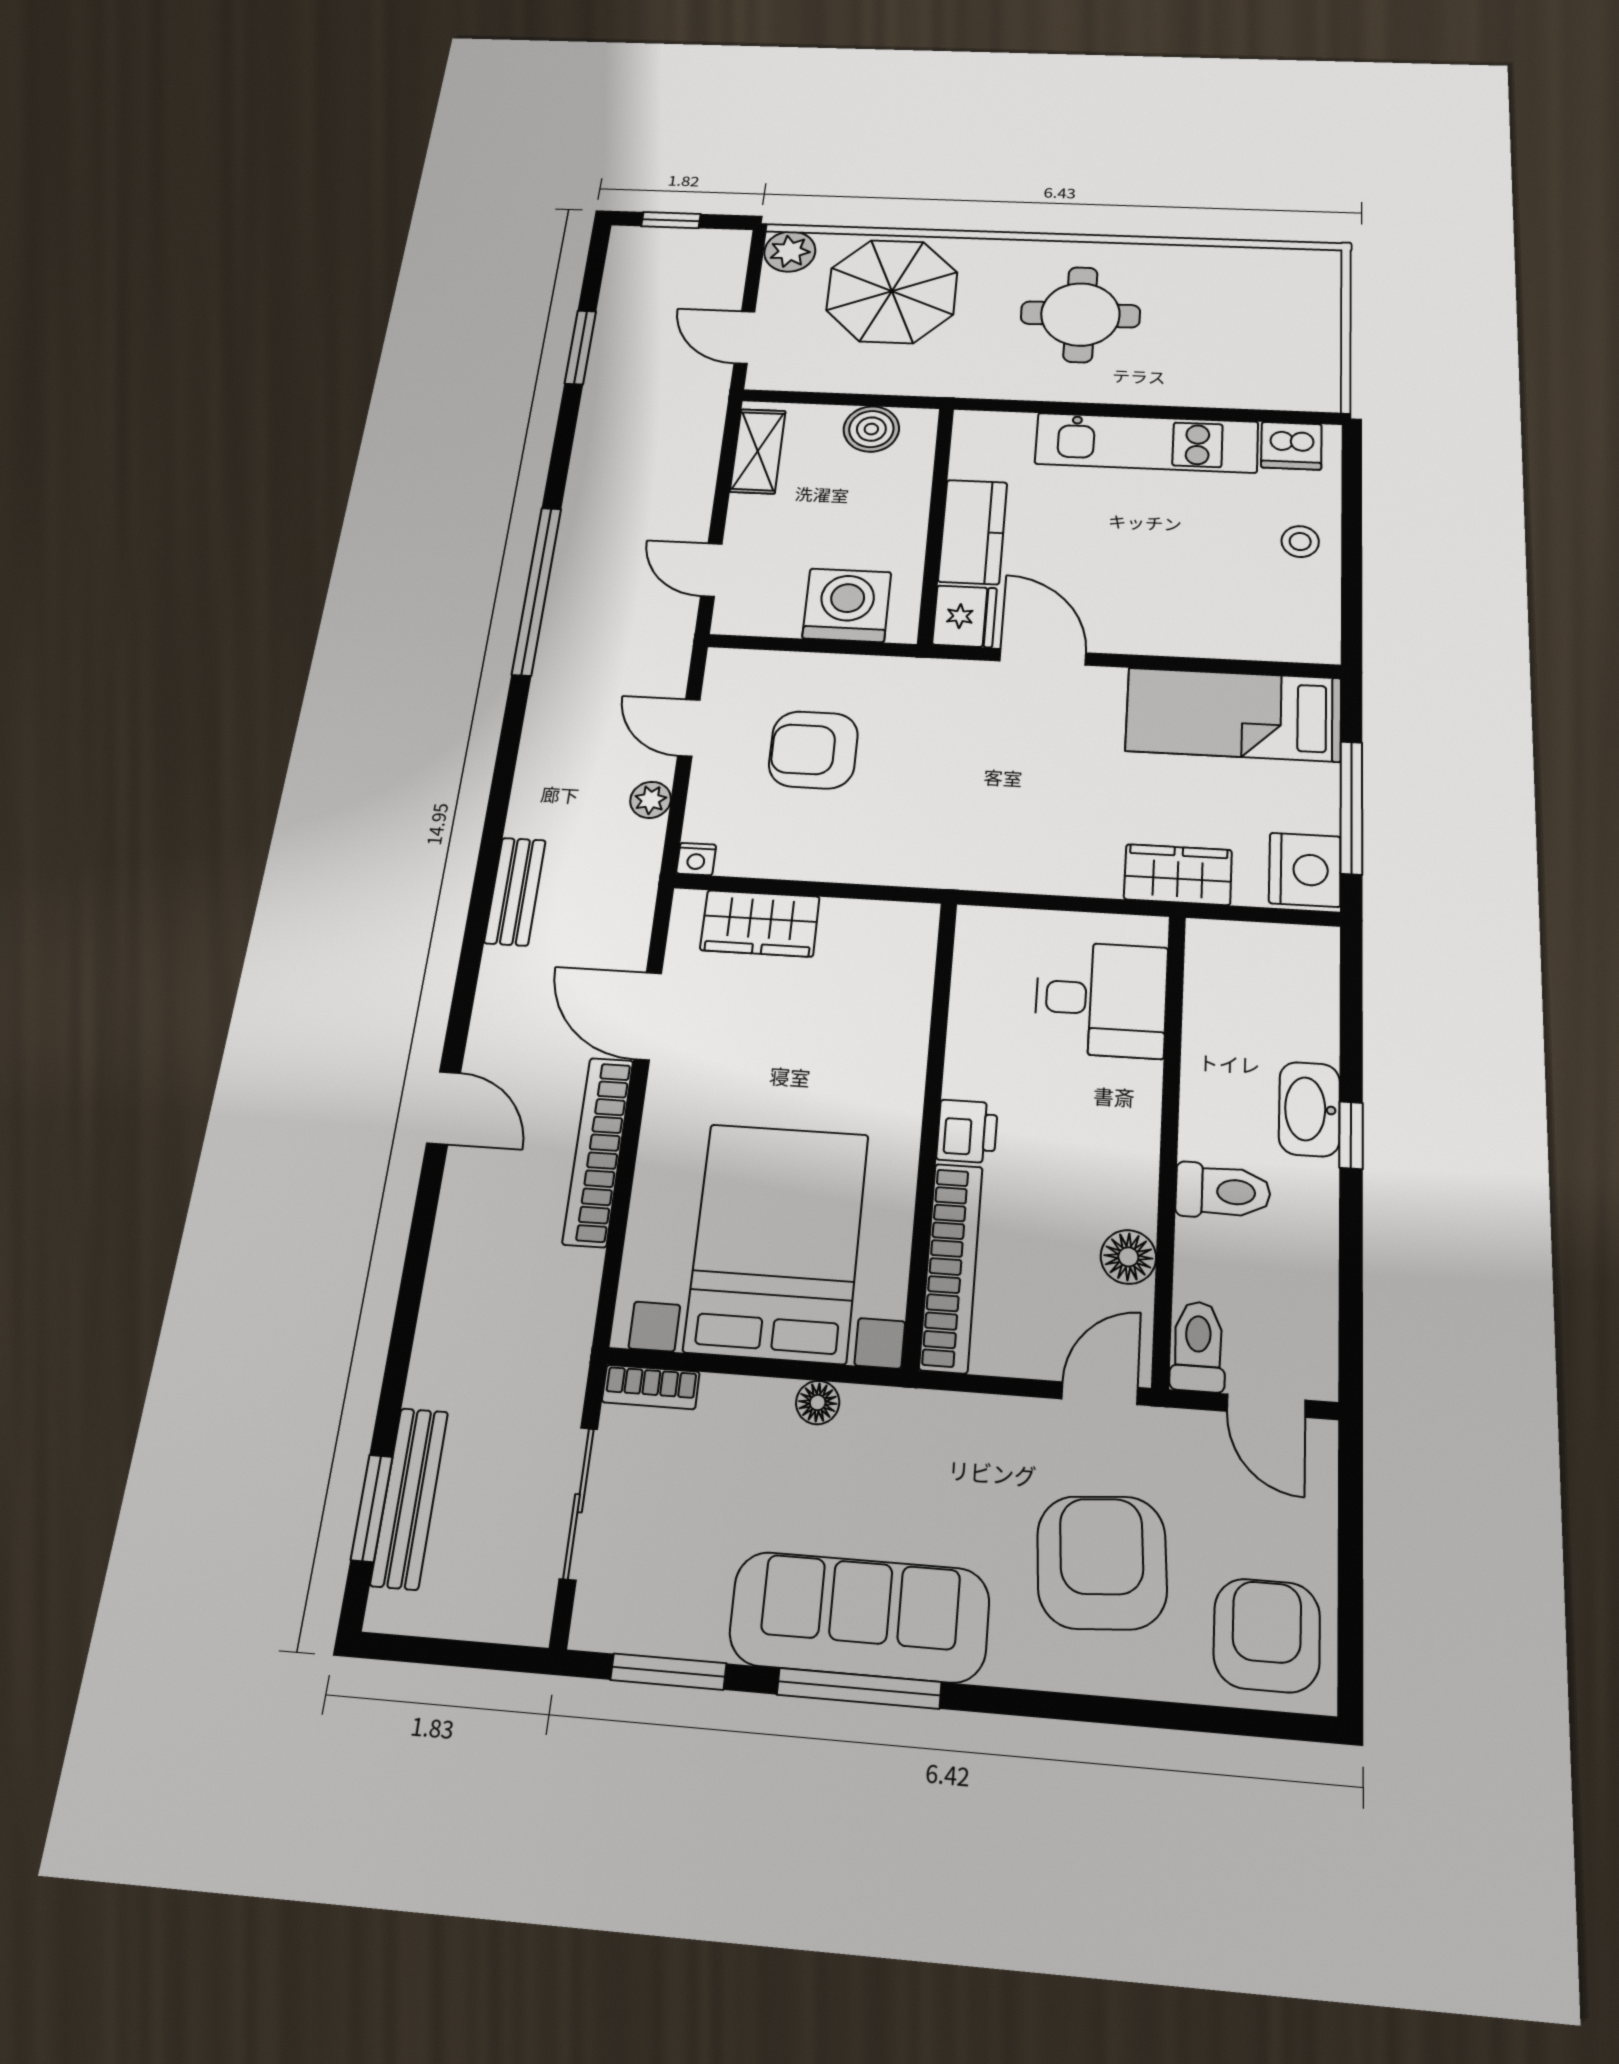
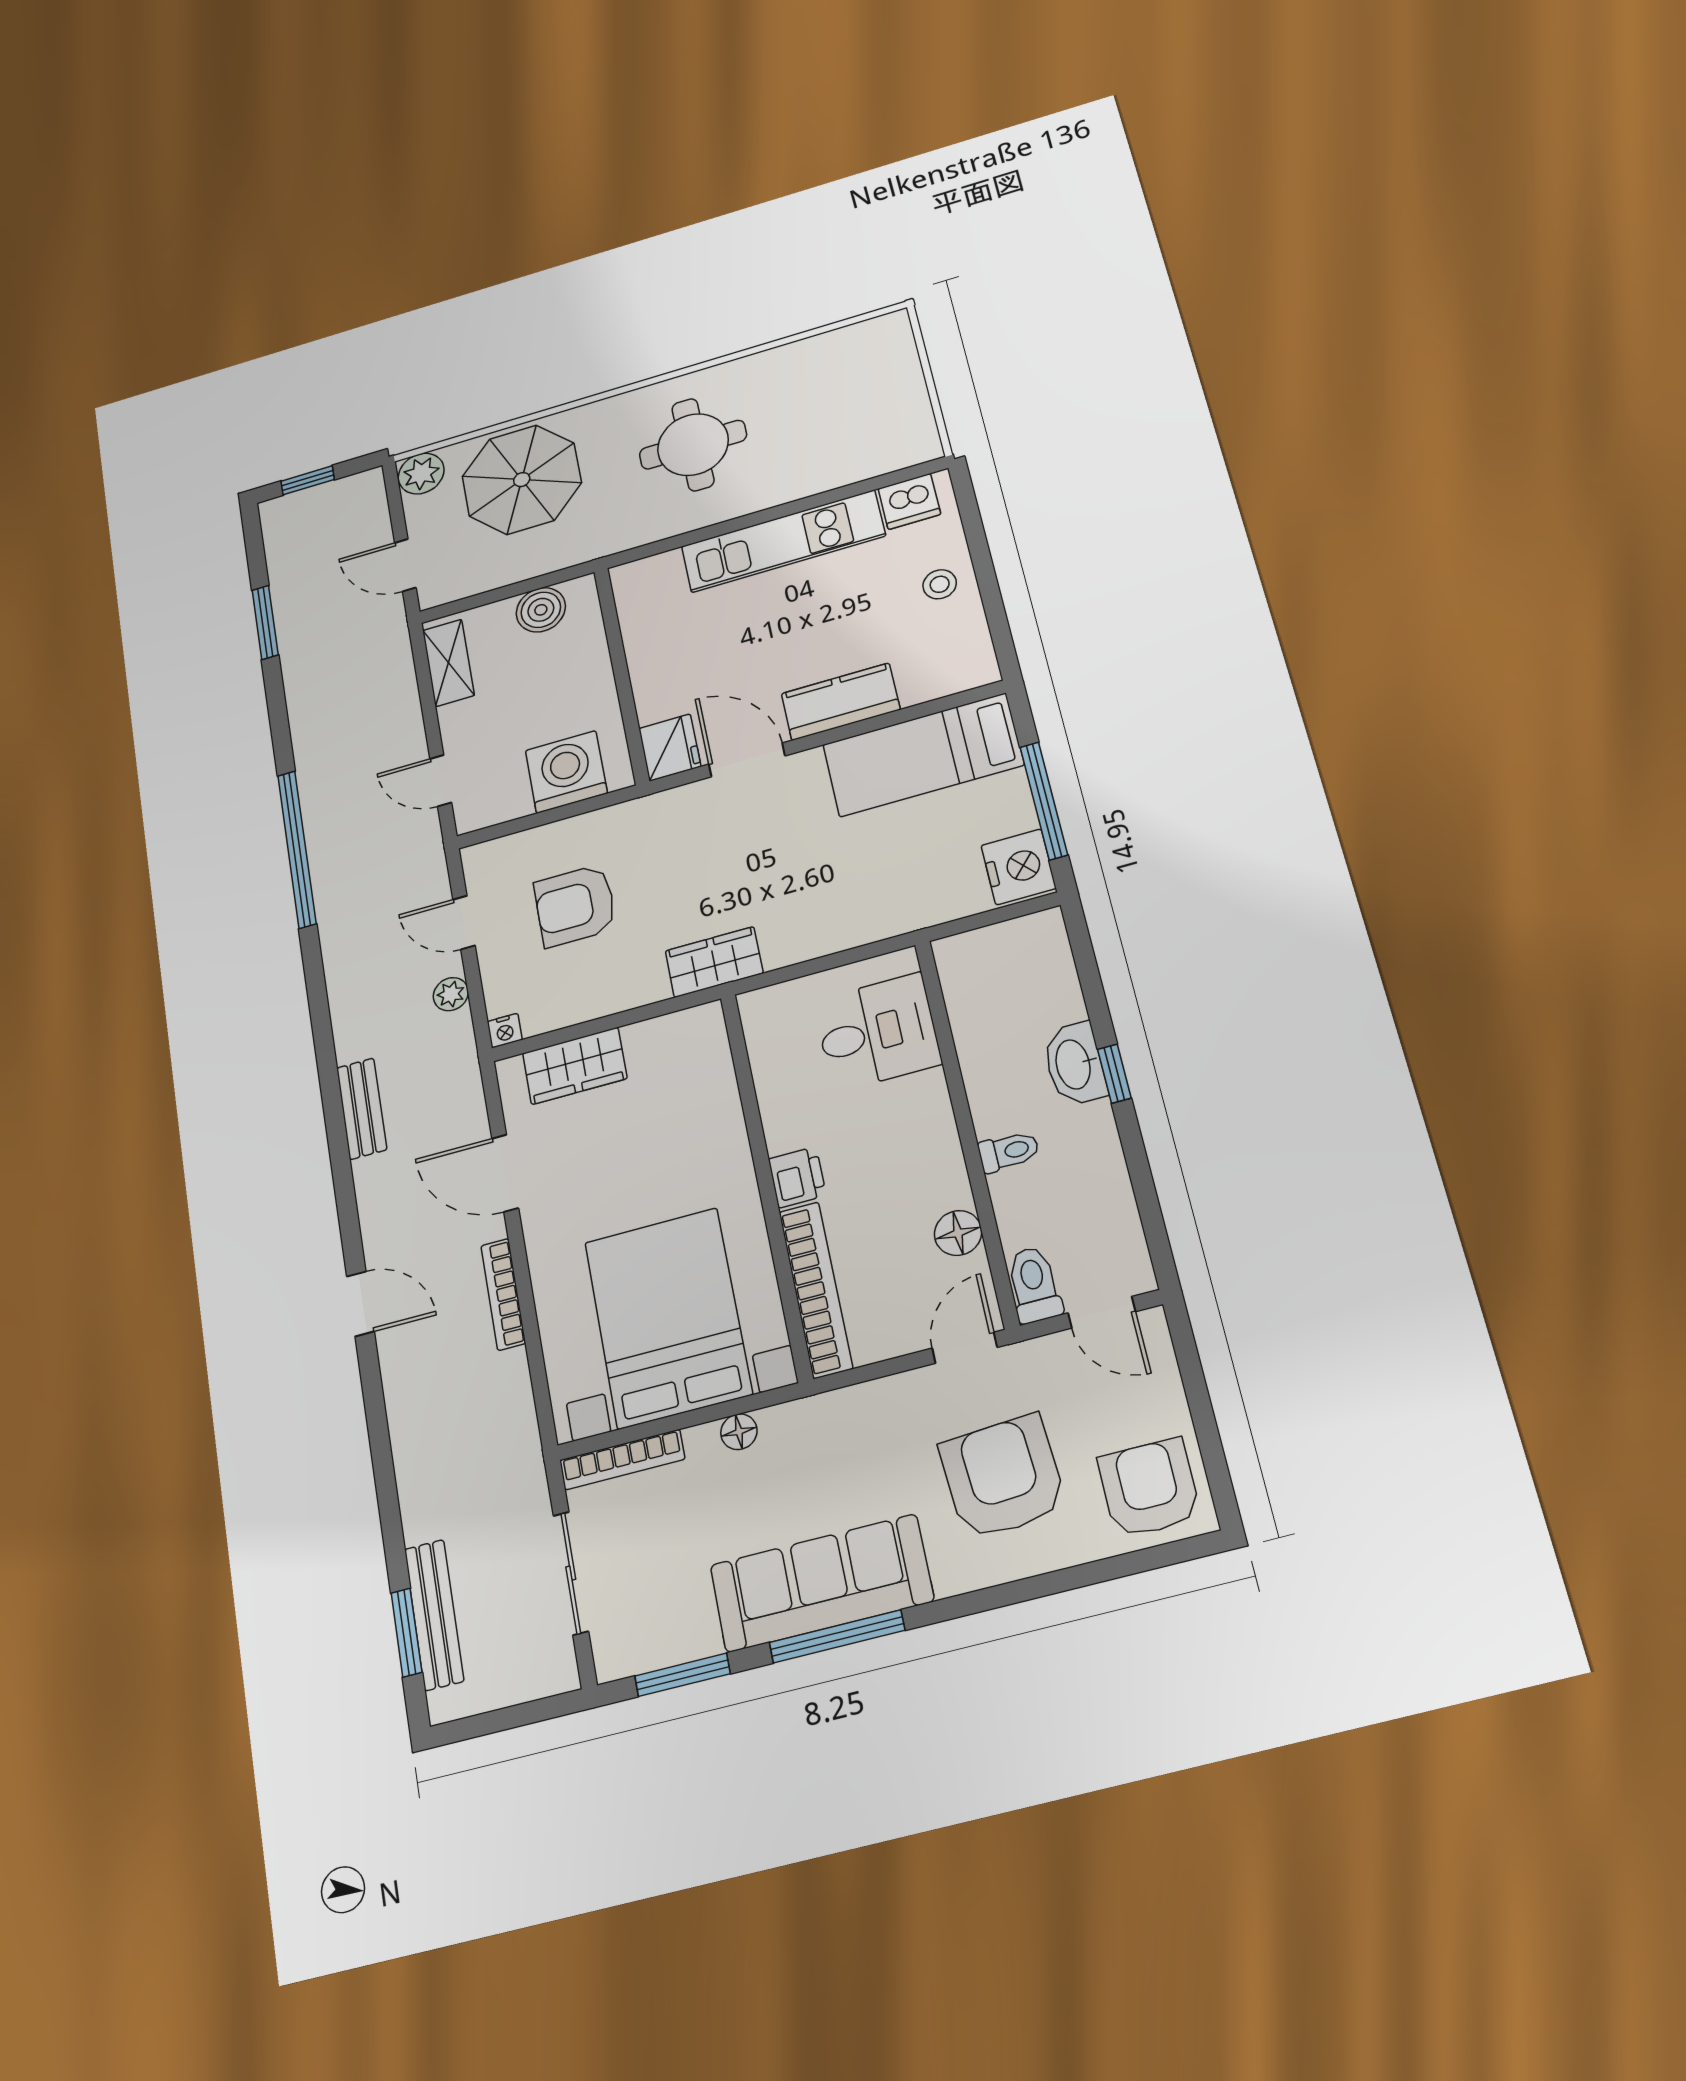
kitchen counter: (973, 532) -> (841, 702), moved, turned -90
wardrobe: (1178, 875) -> (714, 962), moved
bookcase: (598, 1151) -> (503, 1294), width x0.68, depth x0.76
toilet: (1223, 1191) -> (1009, 1151), width x0.73, depth x0.72
bookcase: (651, 1387) -> (622, 1460), width x1.56

